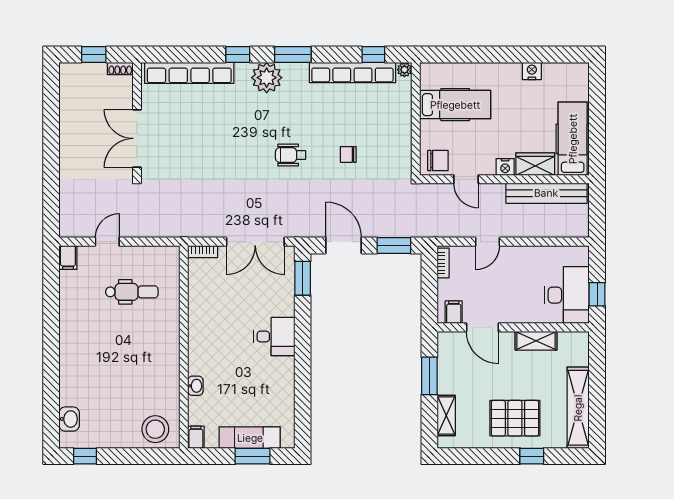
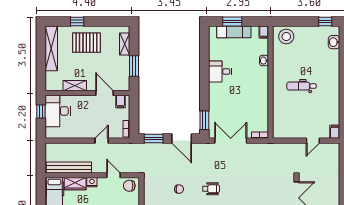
dental chair: (132, 292) -> (301, 86), moved
desk: (274, 337) -> (220, 72), moved

